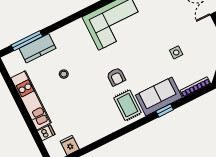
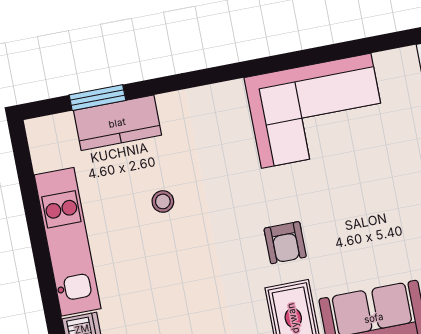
window: (27, 41) -> (97, 98), width x0.69

